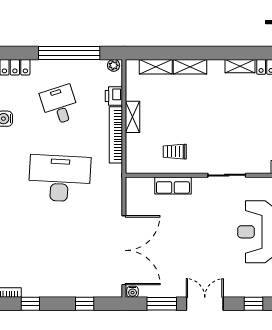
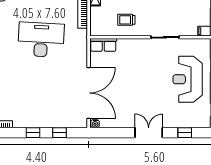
row of seats: (173, 185) -> (103, 45), moved
window: (30, 304) -> (33, 133), moved
window: (162, 304) -> (117, 133), removed

